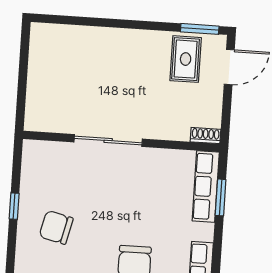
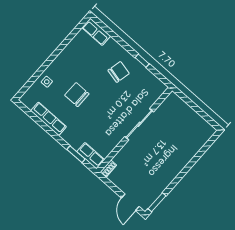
rug: (186, 59) -> (149, 186), removed
row of seats: (206, 186) -> (91, 156), width x0.68

